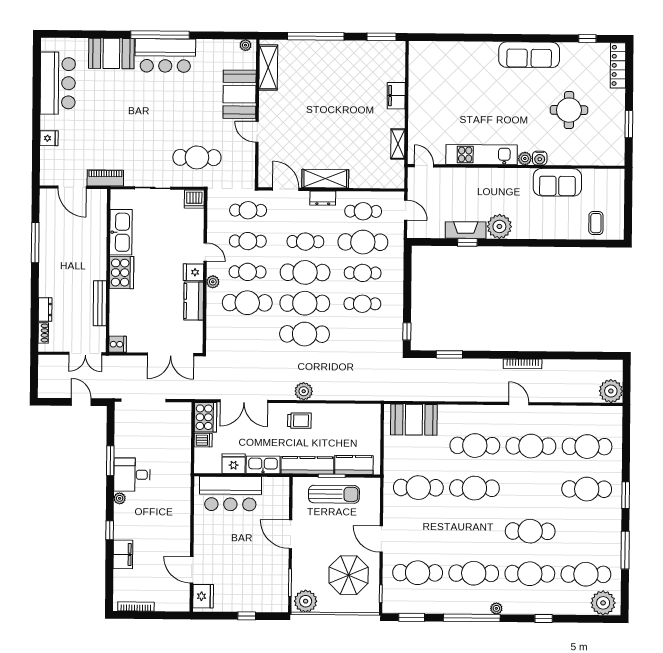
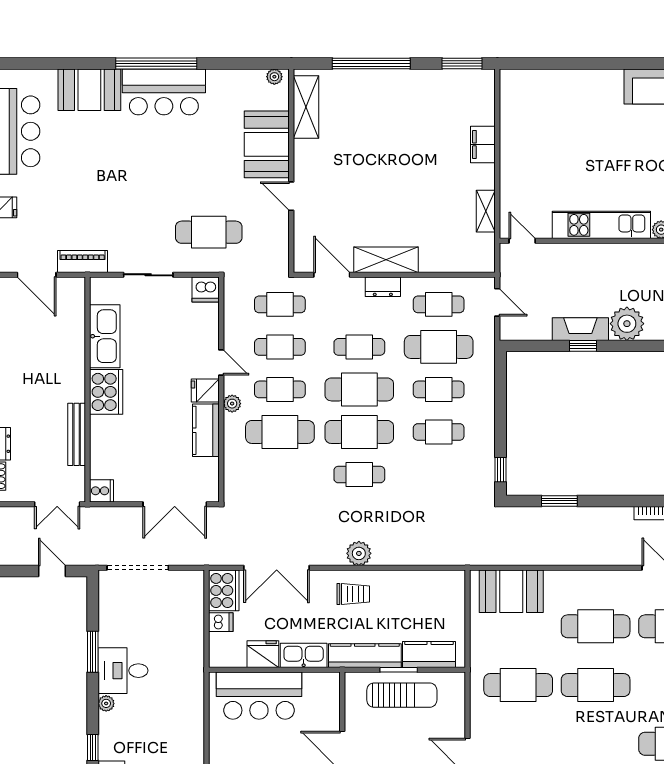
cafe table: (305, 334) -> (359, 475), width x0.73, depth x0.74

